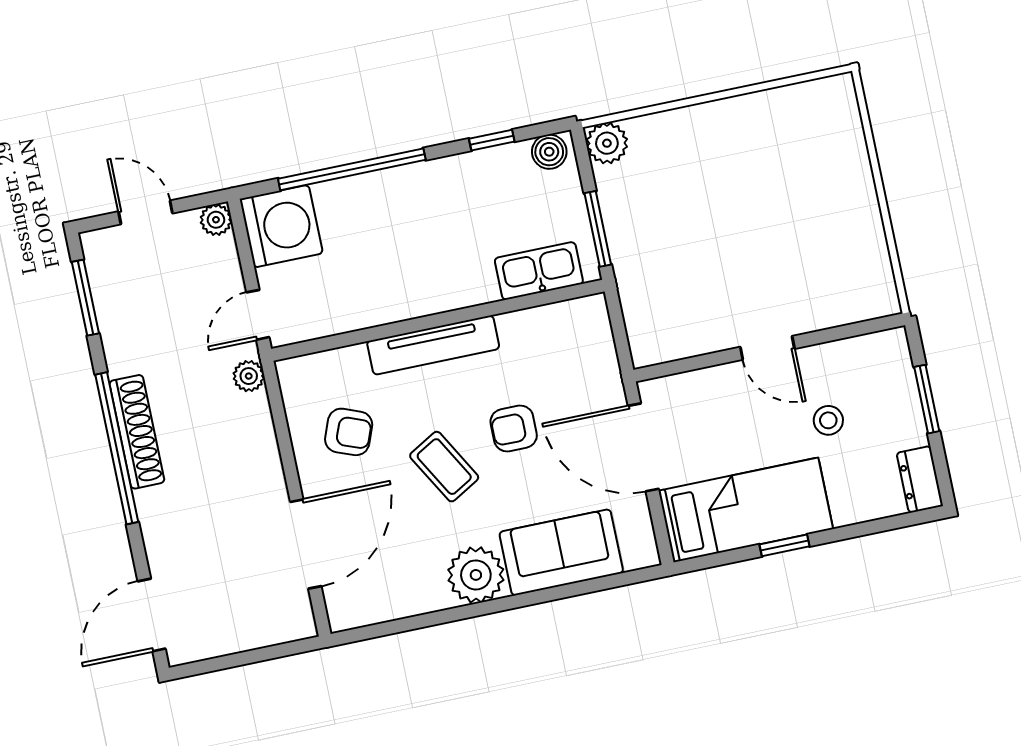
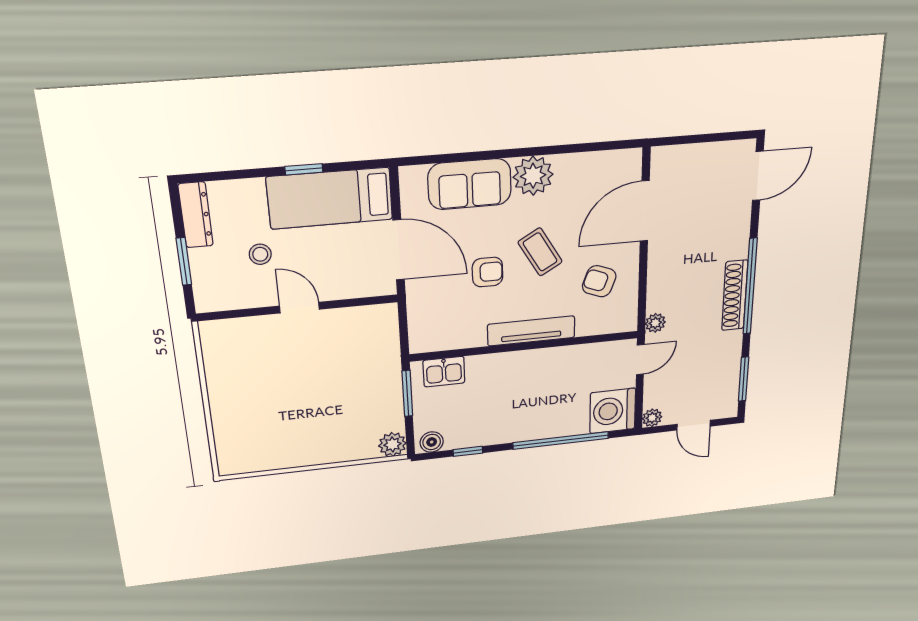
kitchen sink: (539, 271) -> (444, 372), width x0.73
dresser: (920, 479) -> (196, 215), width x1.44

